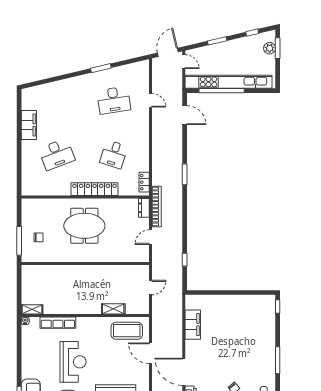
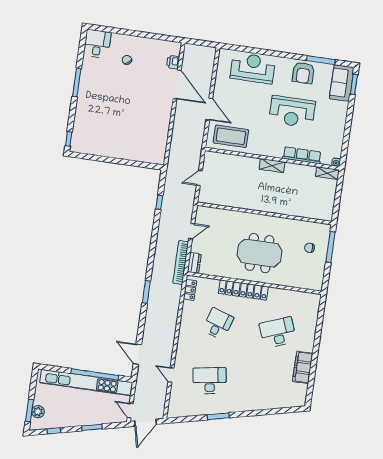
shelving: (113, 309) -> (272, 166), moved
filing cabinet: (193, 325) -> (161, 133), removed
reception desk: (73, 362) -> (292, 112), turned -90

